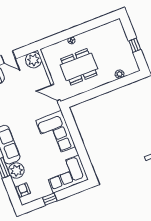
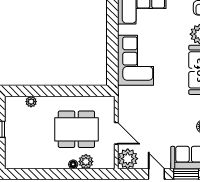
plant: (63, 46) -> (86, 162), added
door: (56, 92) -> (116, 133), moved

